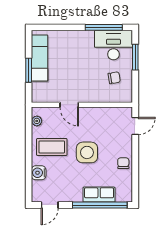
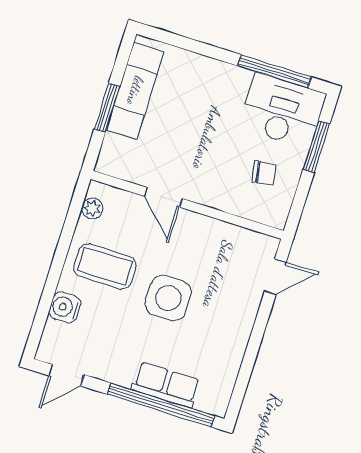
chair: (123, 163) -> (231, 340), removed

